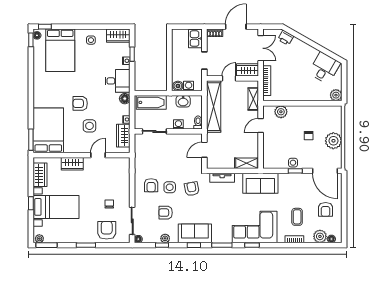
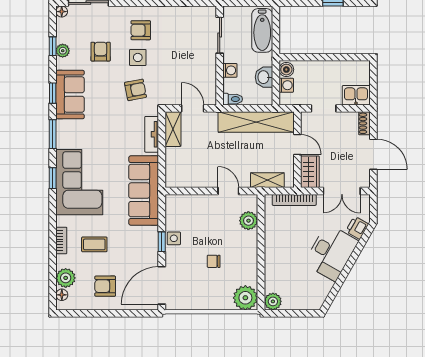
desk: (324, 68) -> (331, 252), moved, width x1.37
plant: (333, 141) -> (245, 298), moved
shelving: (247, 163) -> (173, 129), moved
sofa: (260, 183) -> (144, 191), width x1.36

